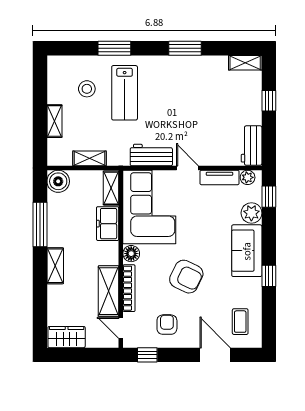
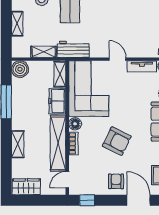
workbench: (151, 155) -> (73, 49), moved
shelving: (55, 266) -> (18, 144), moved
bookcase: (129, 288) -> (73, 143), width x0.64
shelving: (109, 291) -> (58, 143), width x1.47
armchair: (167, 325) -> (116, 181), moved
door: (121, 328) -> (67, 180), hinge flipped

